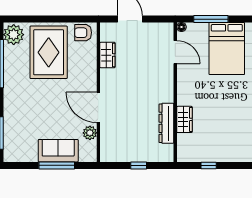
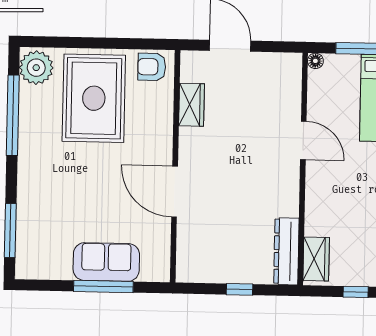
door: (175, 52) -> (303, 140), moved
wardrobe: (184, 119) -> (316, 259), moved
dresser: (166, 123) -> (286, 251), moved
plant: (90, 133) -> (159, 233), removed

